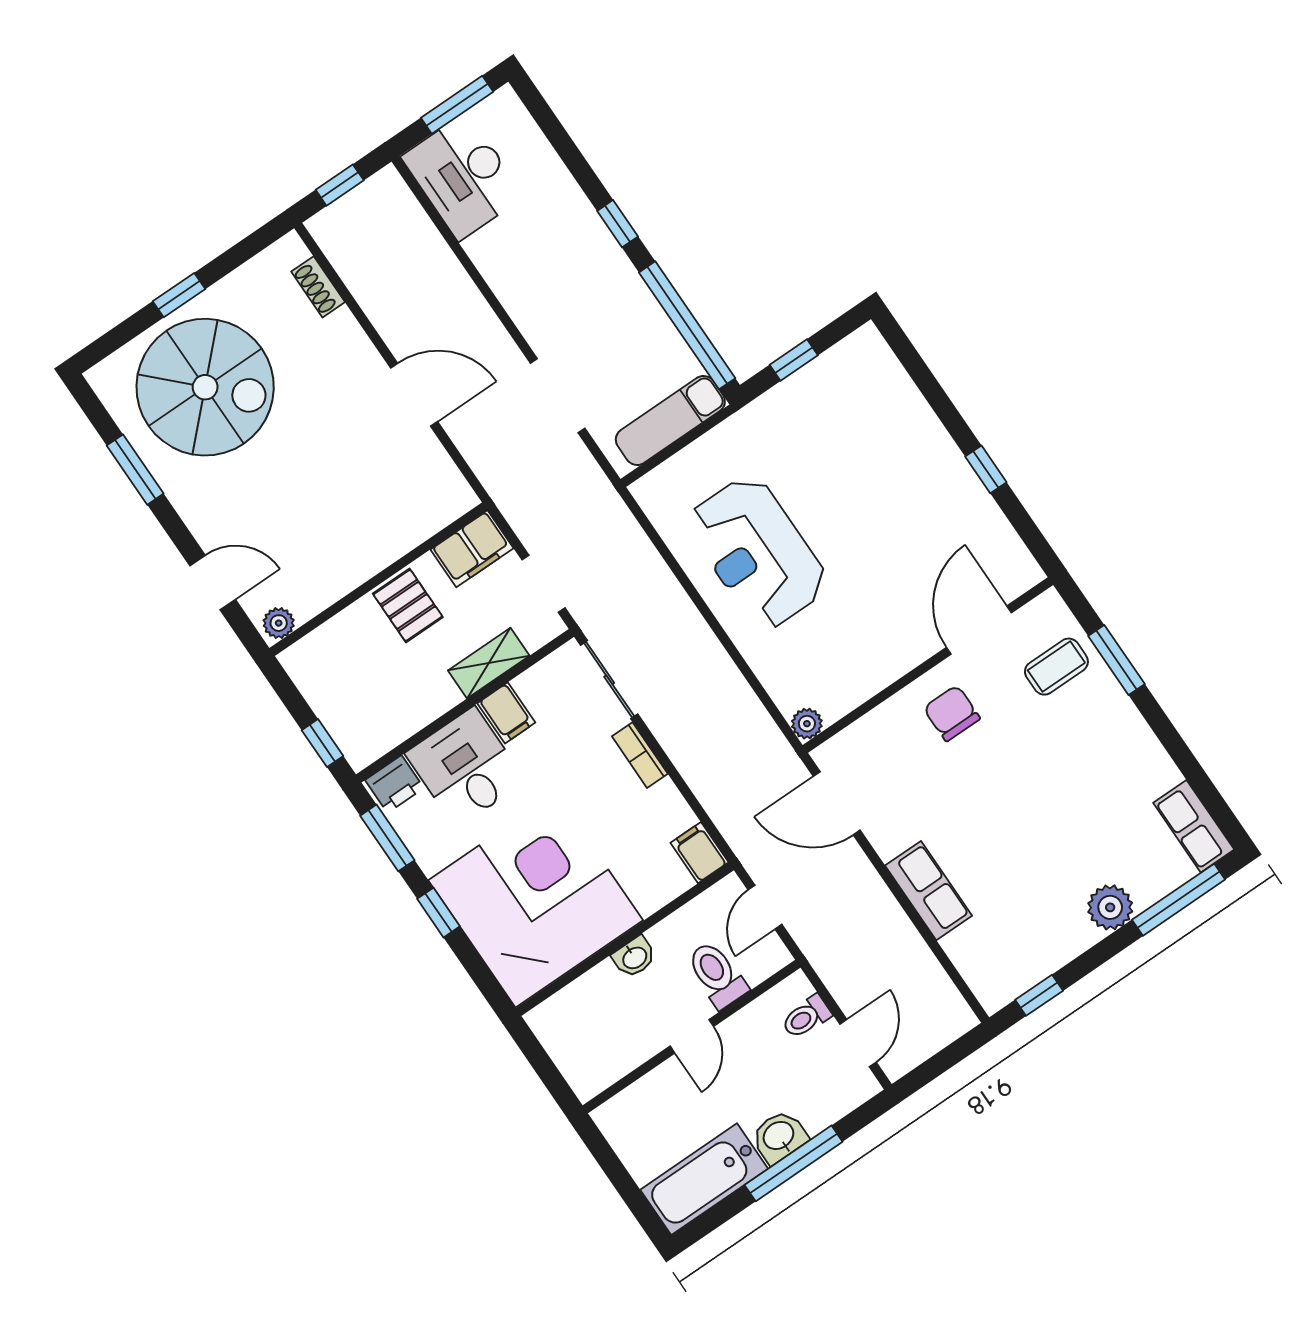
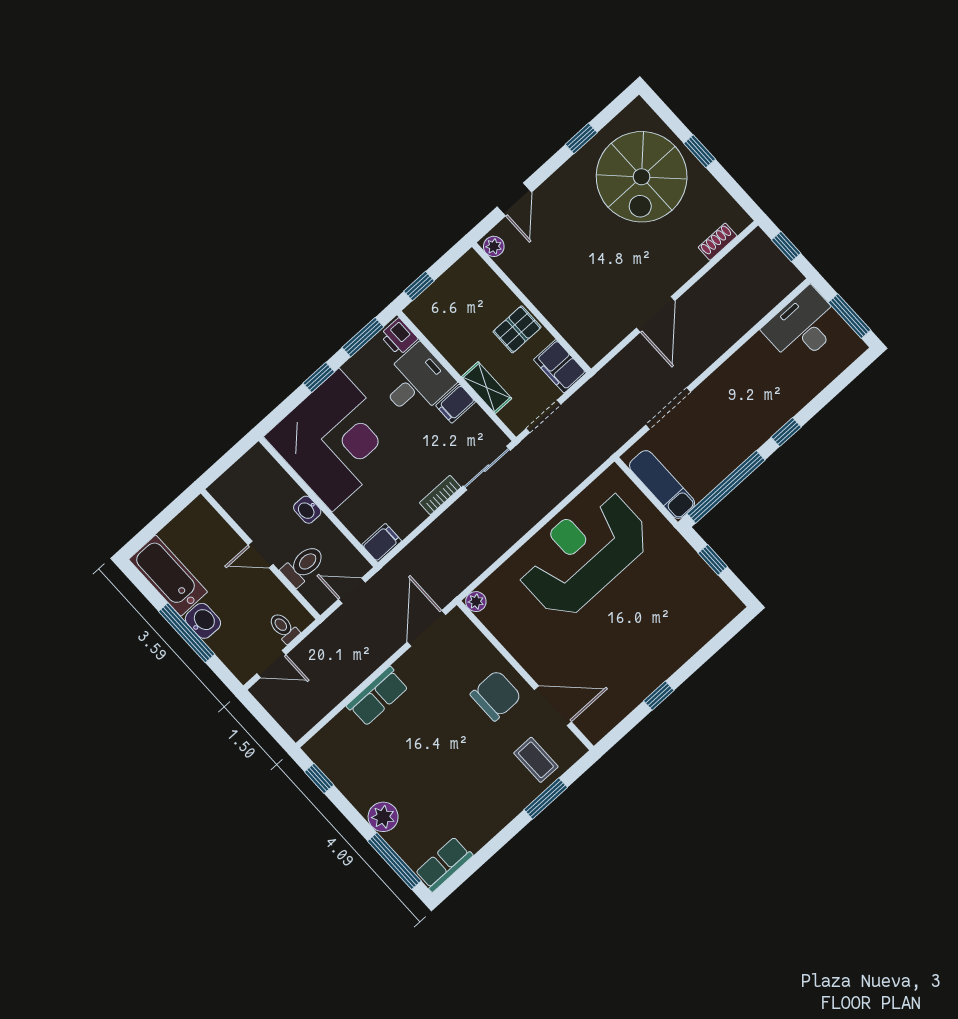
window: (135, 470) -> (581, 138), width x0.67
reception desk: (757, 553) -> (583, 554), width x1.36, depth x1.30
chair: (952, 713) -> (496, 695), width x1.37, depth x1.37

